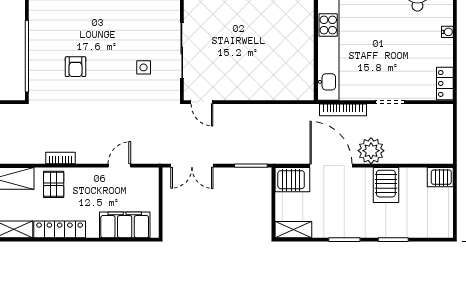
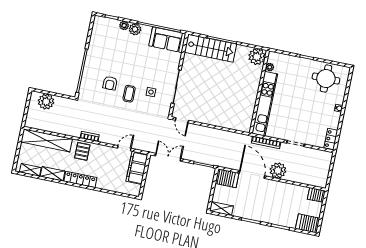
coffee table: (109, 77) -> (129, 94), added
double door: (192, 166) -> (168, 157), swing flipped
server rack: (386, 185) -> (308, 223), moved, turned 90
filing cabinet: (125, 225) -> (137, 168), moved, turned -90

